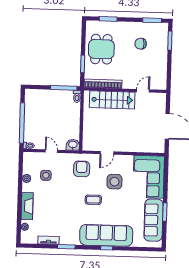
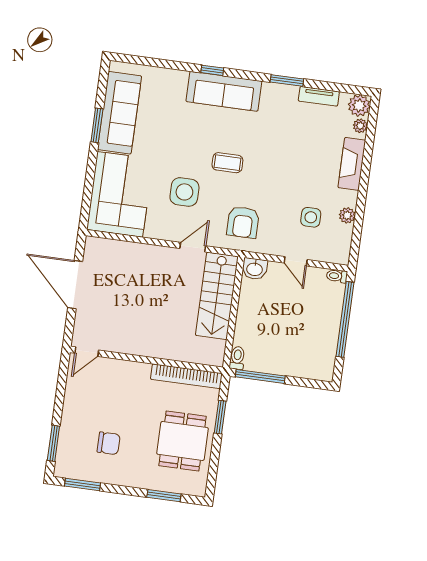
door: (143, 91) -> (87, 352), moved
stairs: (112, 100) -> (217, 296), moved, turned -90
sofa: (106, 235) -> (224, 91), width x0.74, depth x0.79
plant: (27, 238) -> (359, 106), added

